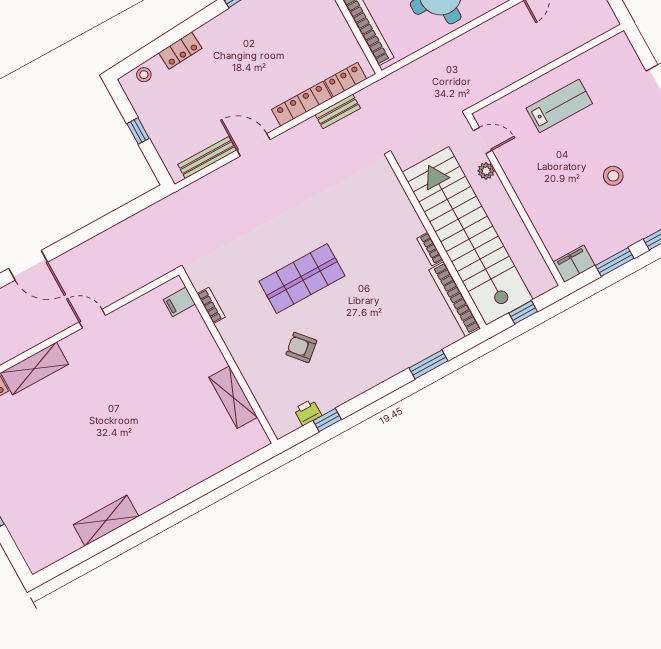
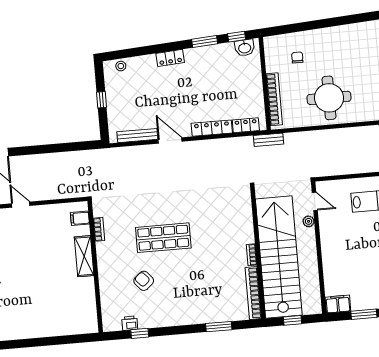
locker: (180, 50) -> (170, 58), moved
bench: (338, 111) -> (269, 140), moved
shelving: (233, 397) -> (84, 256), moved

